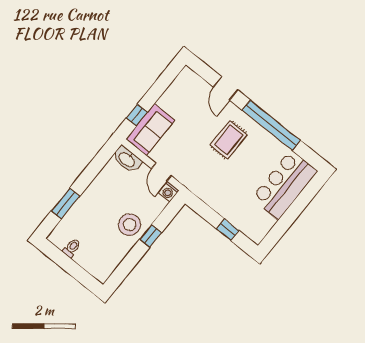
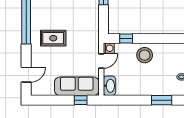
door: (226, 88) -> (26, 75), moved
sofa: (150, 130) -> (77, 86), width x1.36
window: (151, 236) -> (126, 38), moved

